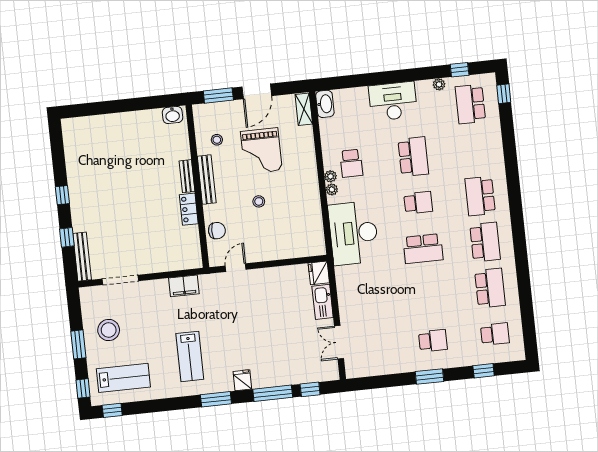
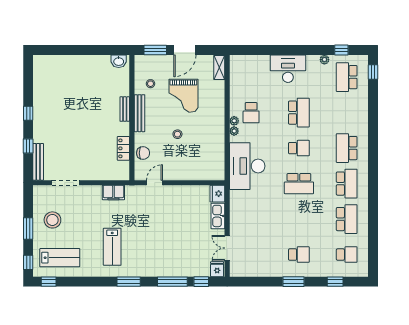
washbasin: (325, 104) -> (236, 65), removed
locker: (189, 209) -> (123, 148), moved
fridge: (242, 380) -> (217, 269), moved

